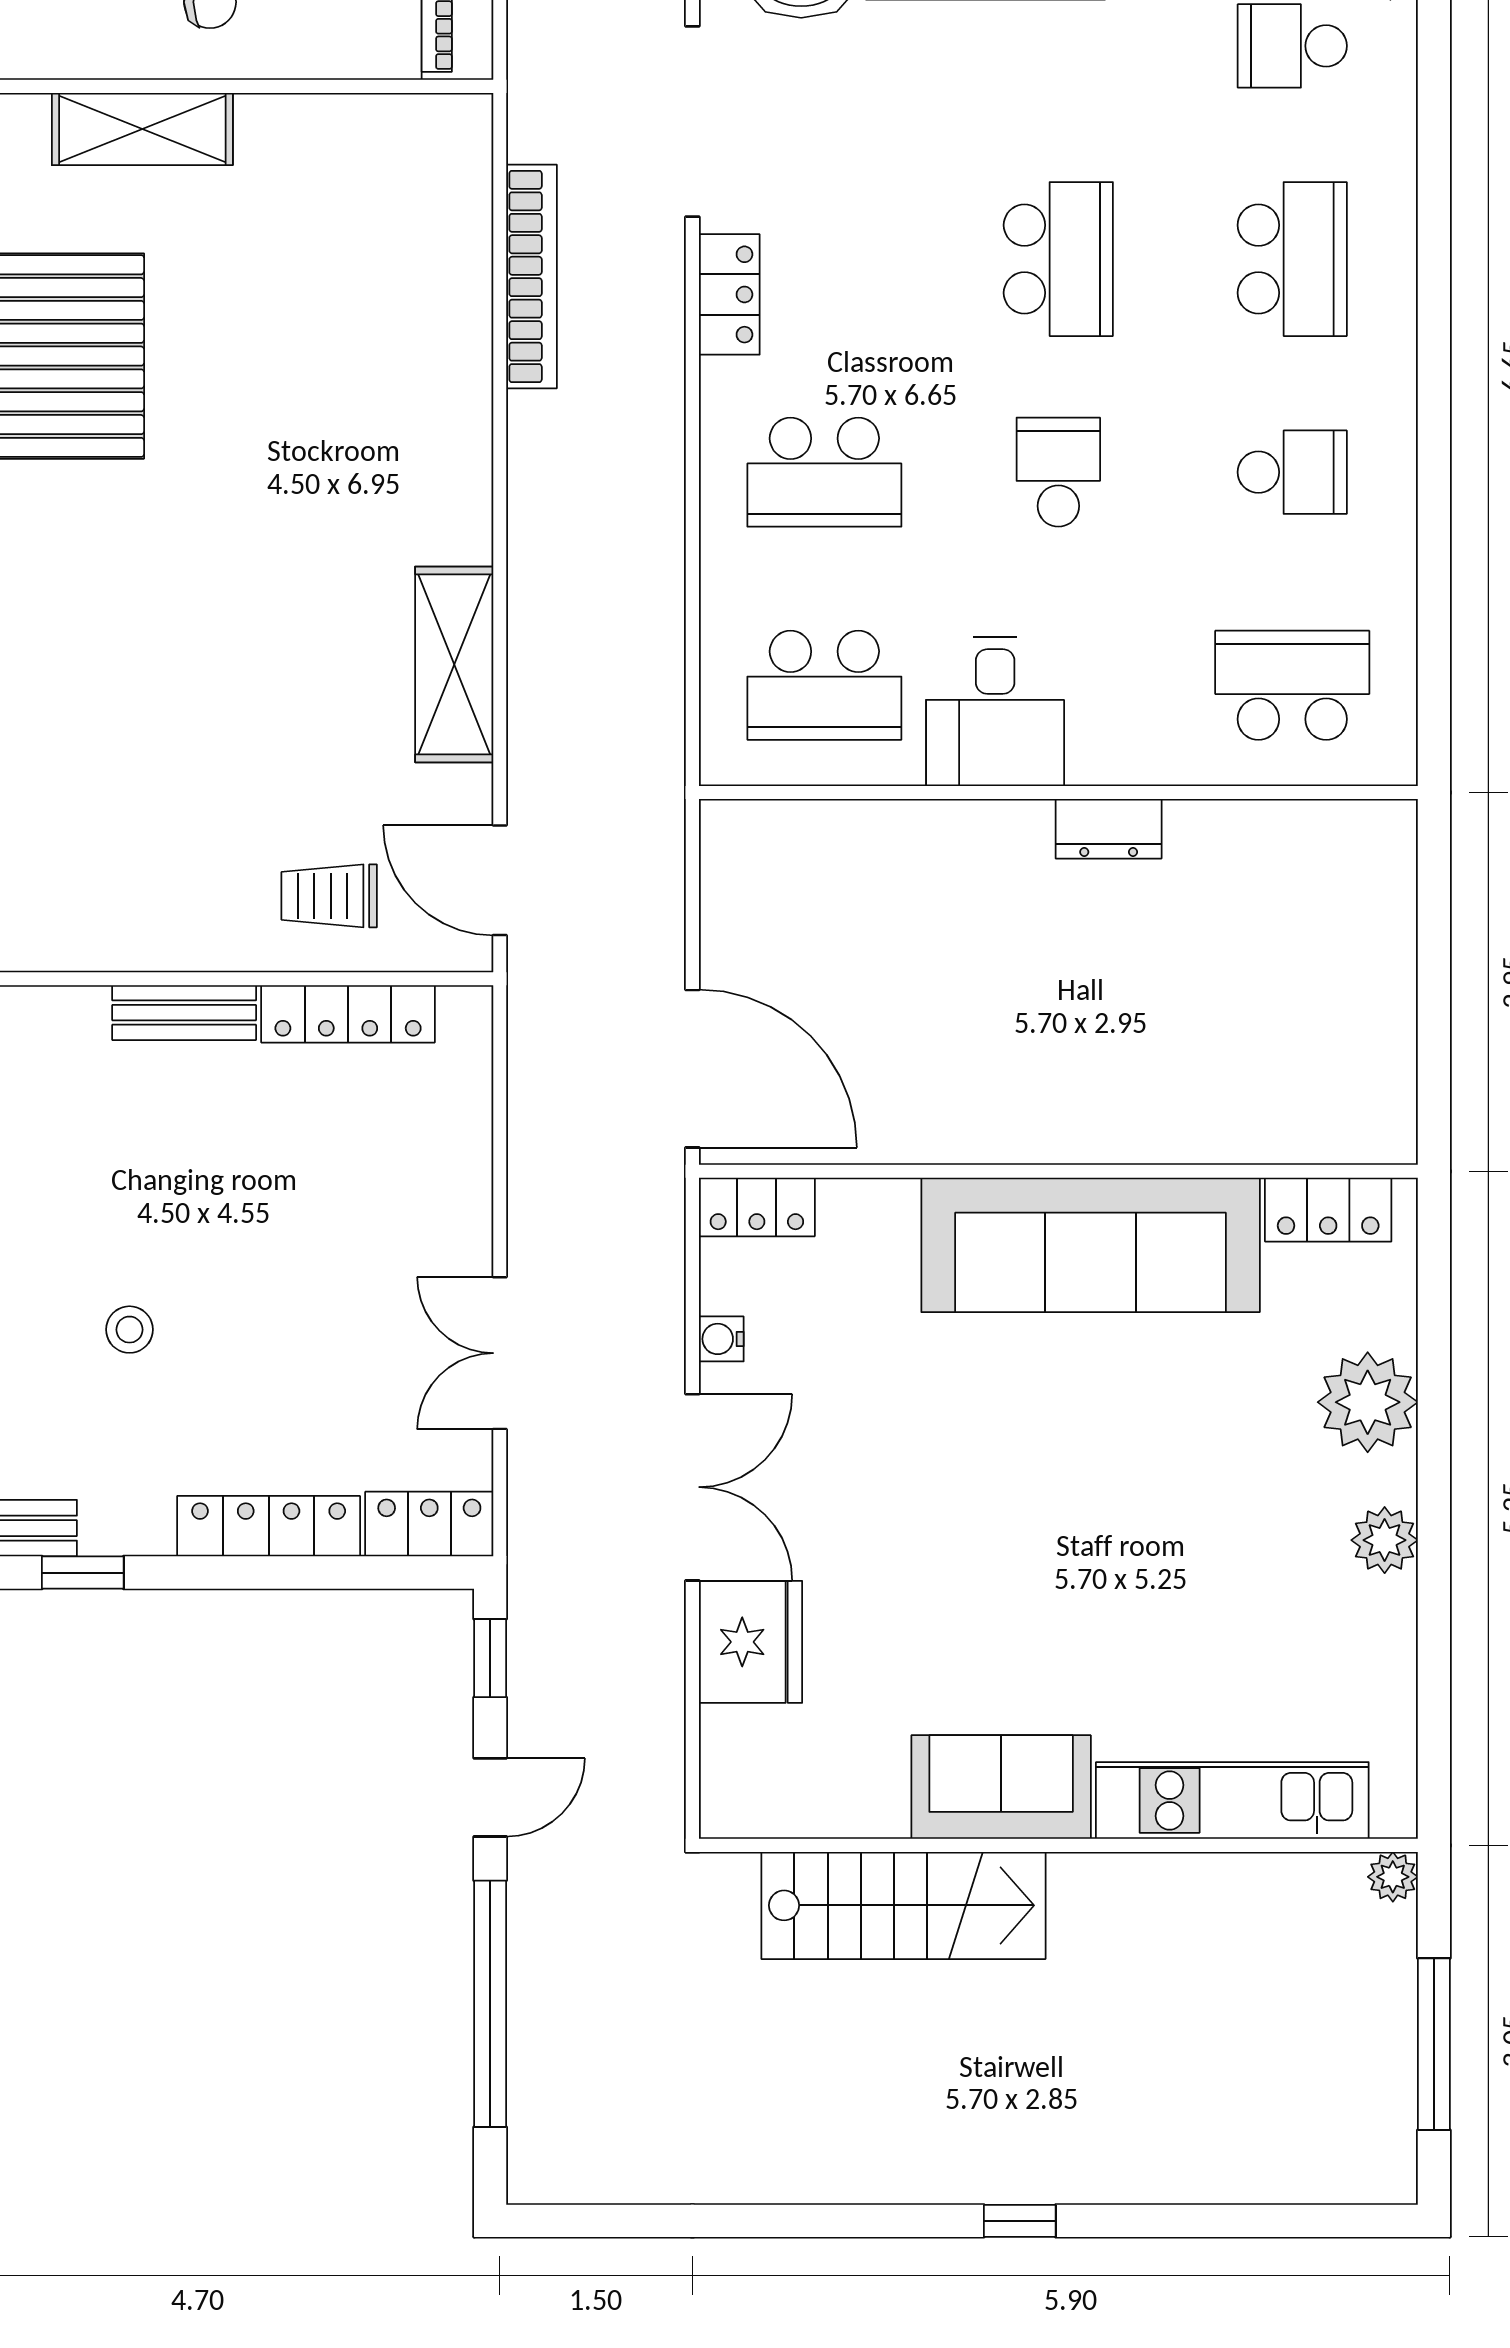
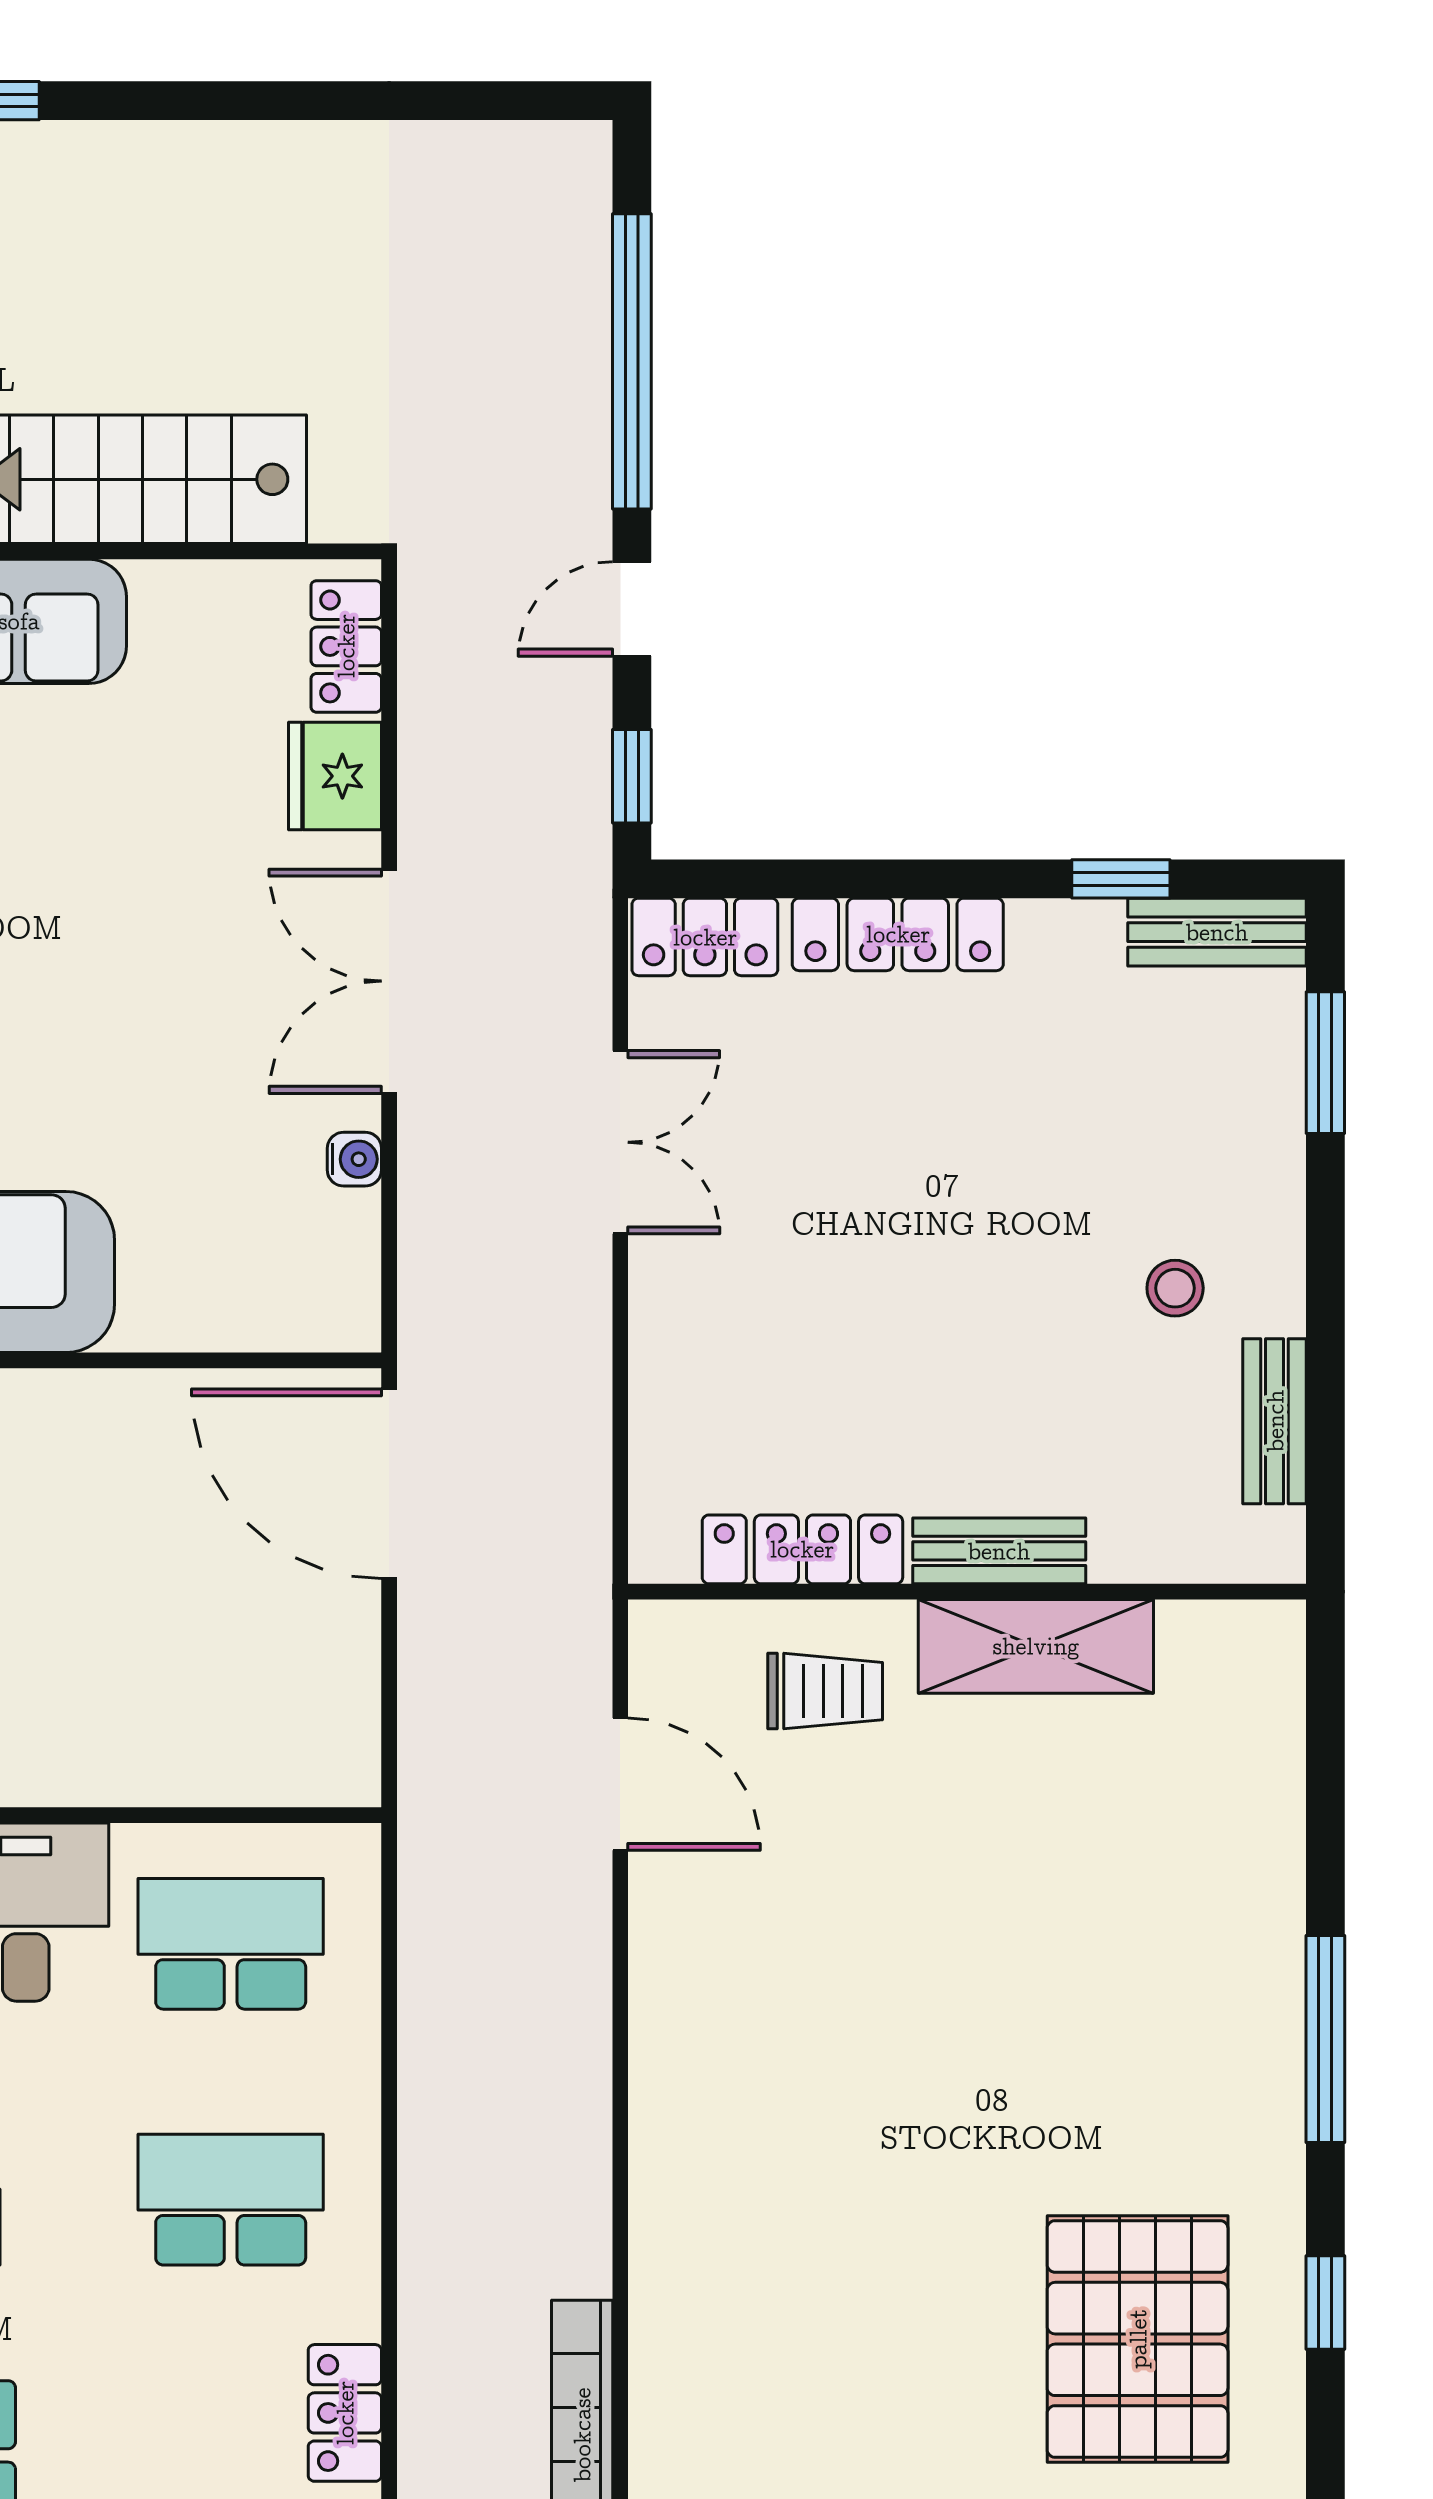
shelving: (454, 664) -> (1036, 1646), moved, turned 90
door: (500, 880) -> (620, 1784), moved
locker: (757, 1207) -> (346, 646), moved, turned -90
stool: (129, 1330) -> (1175, 1288), moved
fridge: (751, 1642) -> (335, 776), width x0.73, depth x0.75

